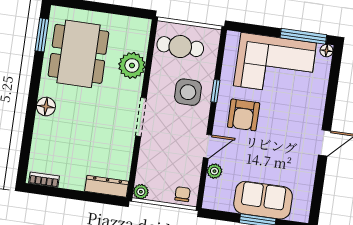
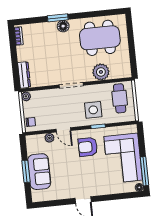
window: (42, 35) -> (58, 18), moved

